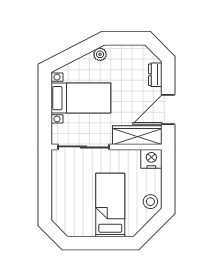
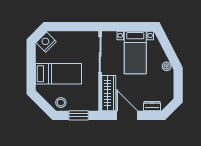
nightstand: (151, 159) -> (46, 42), moved, turned -135
window: (168, 177) -> (79, 115), added

